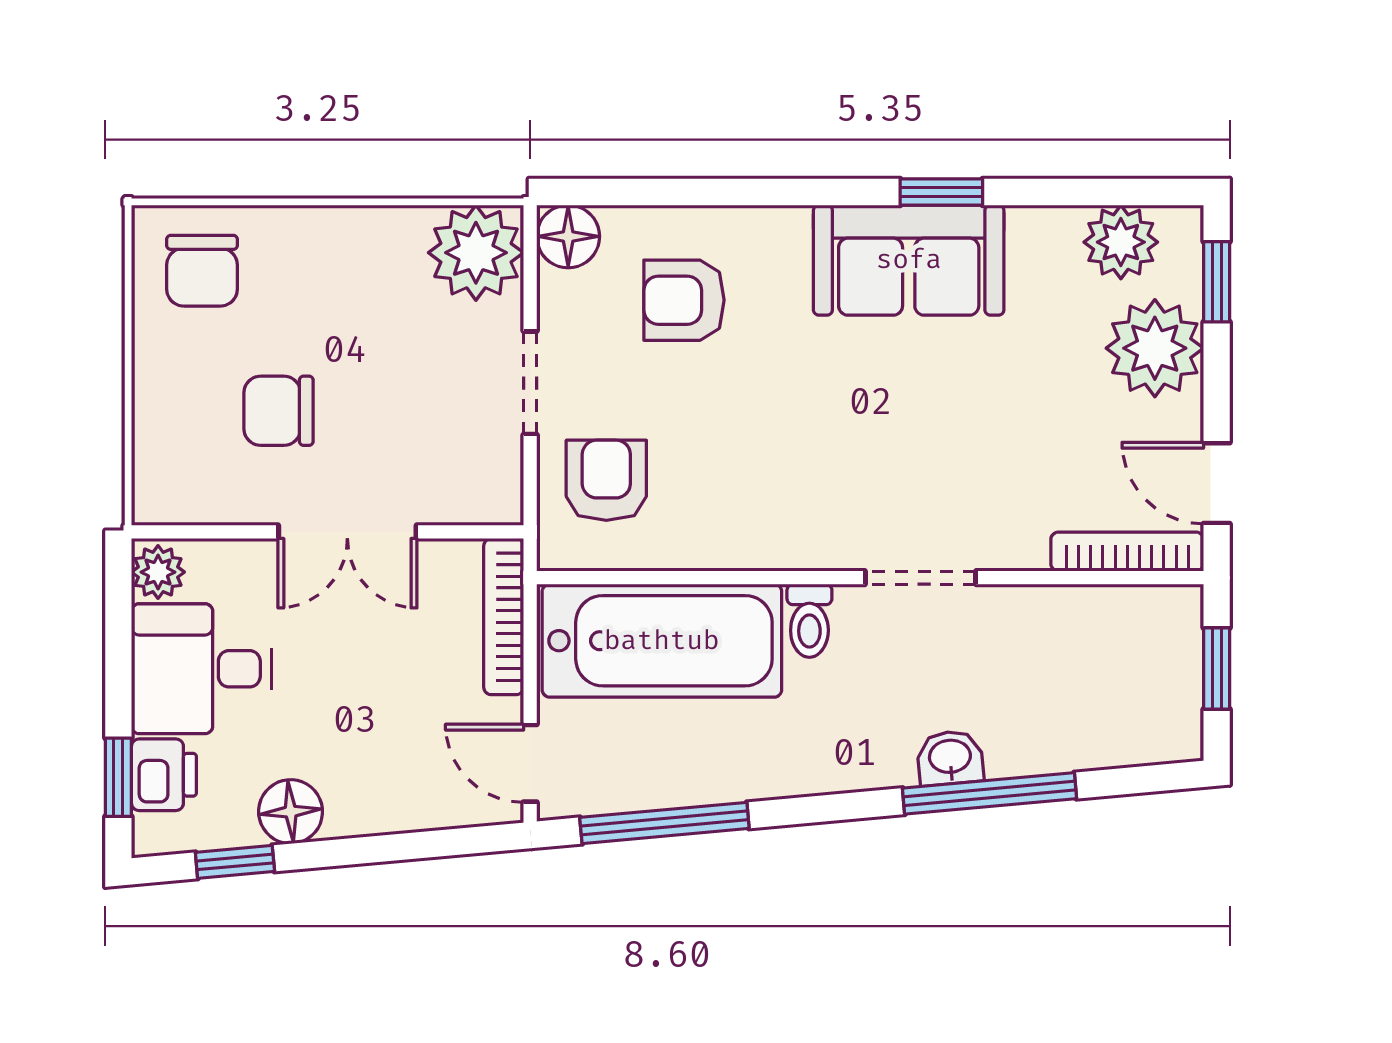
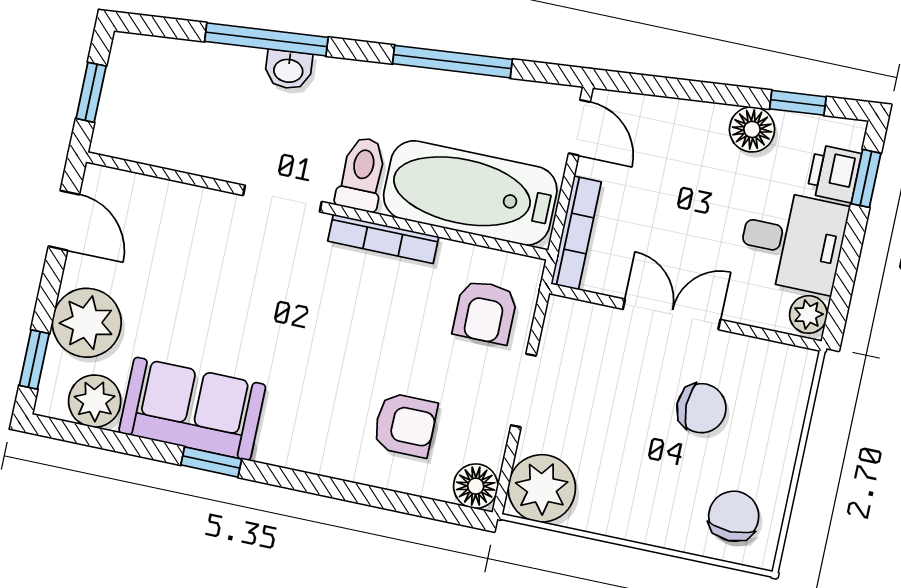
sofa: (909, 260) -> (192, 409), moved
bookcase: (1127, 552) -> (383, 239), moved
toilet: (809, 621) -> (362, 174), width x1.37, depth x1.39
window: (664, 823) -> (452, 62), moved

